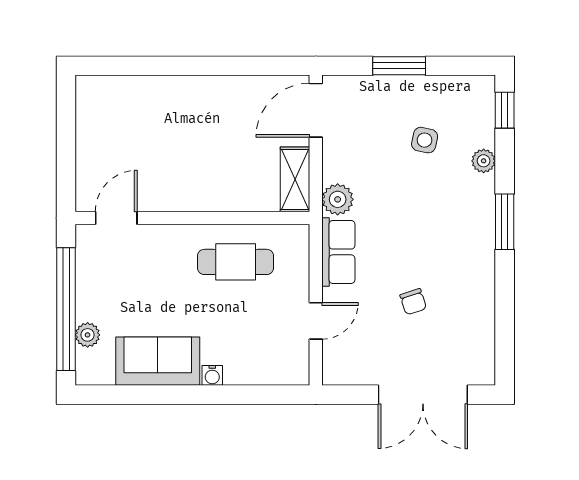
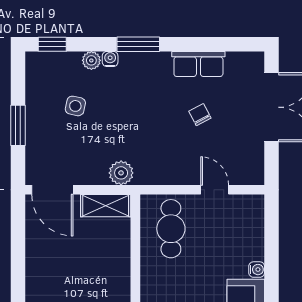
water cooler: (485, 185) -> (110, 59), added
row of seats: (338, 252) -> (198, 64), moved, turned 180
cafe table: (236, 262) -> (171, 229), moved
chair: (413, 302) -> (200, 115), turned -100

